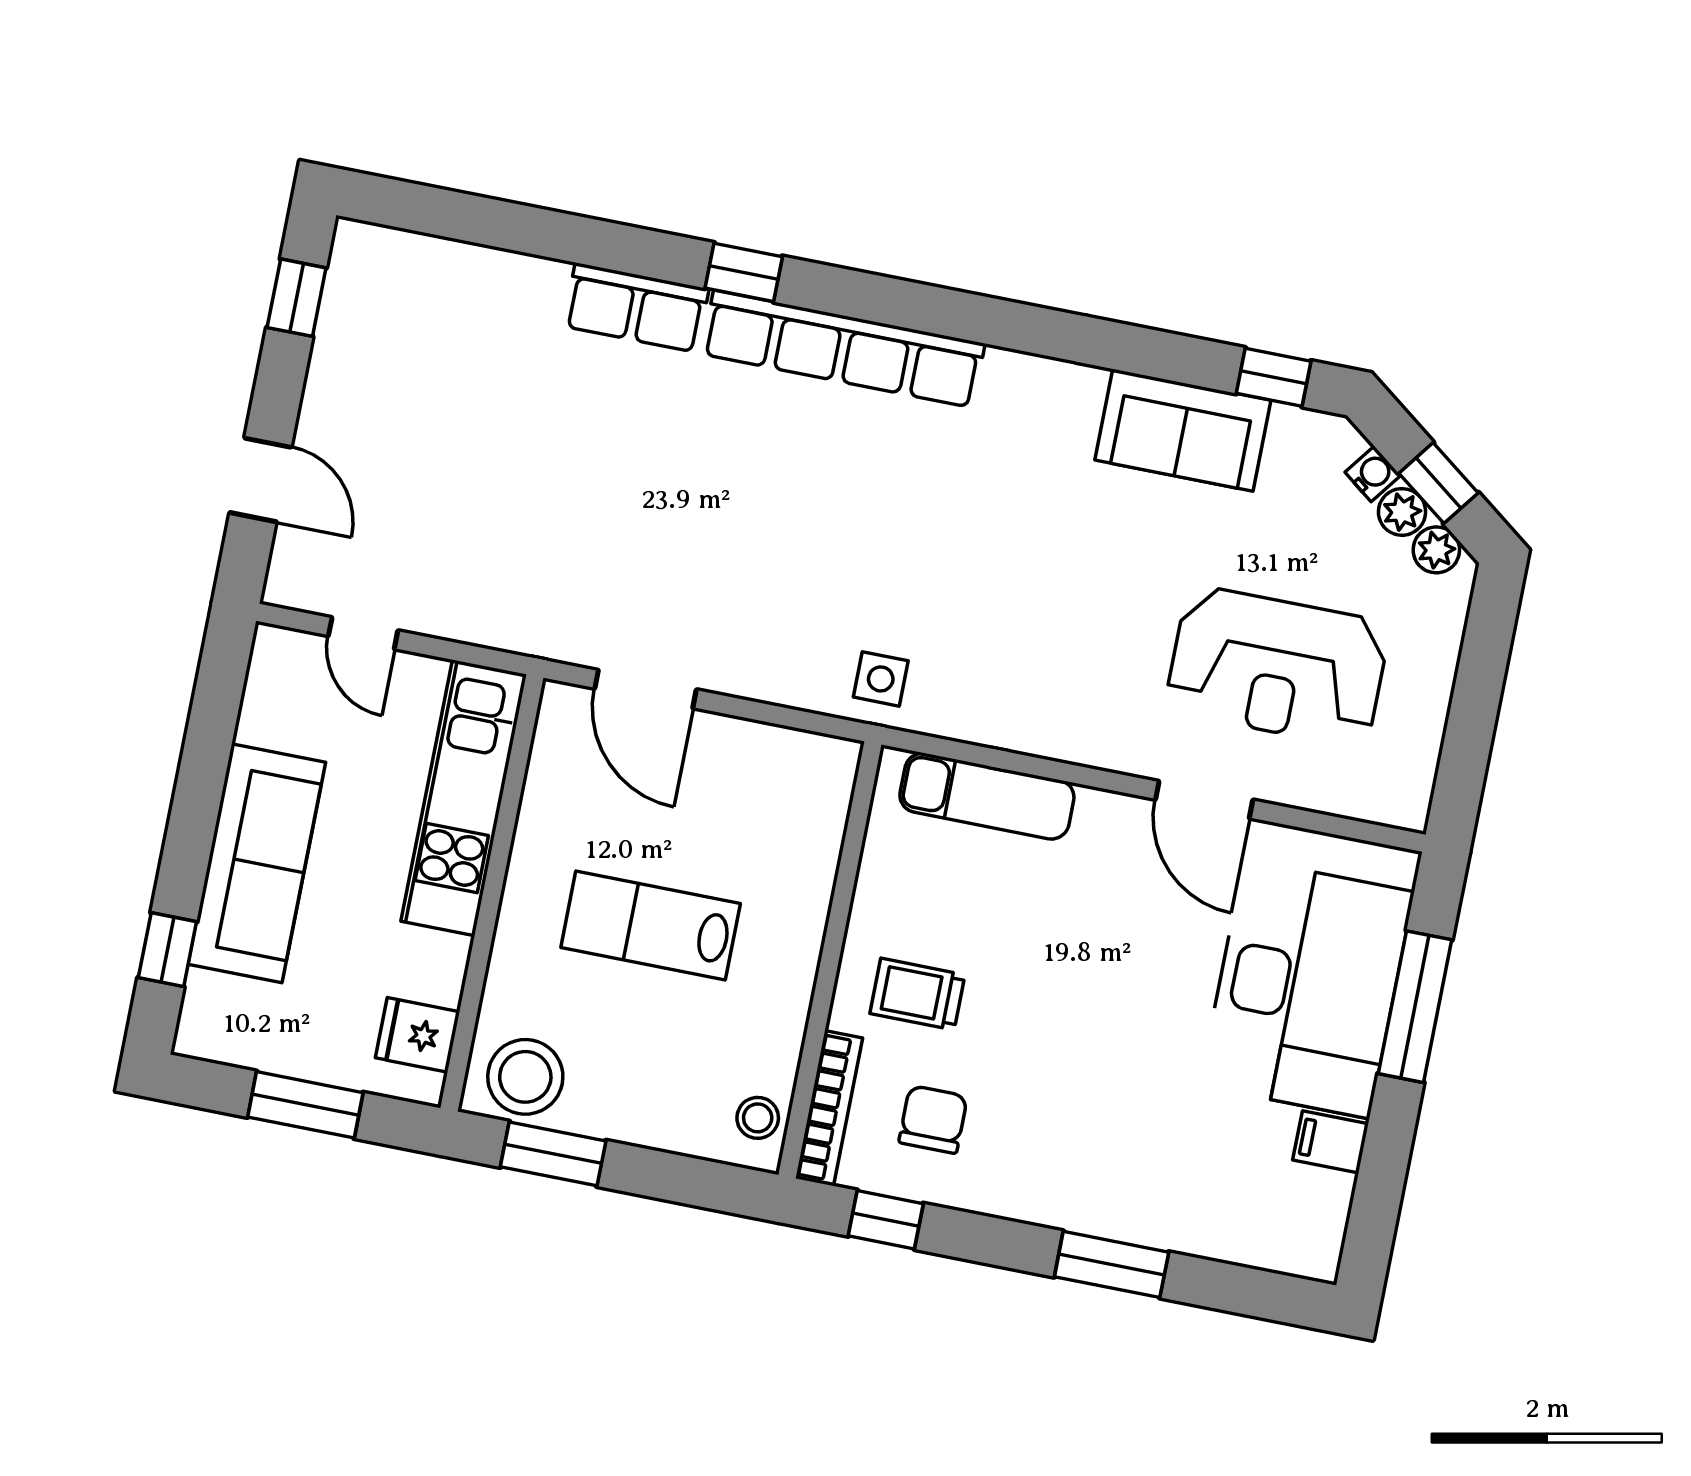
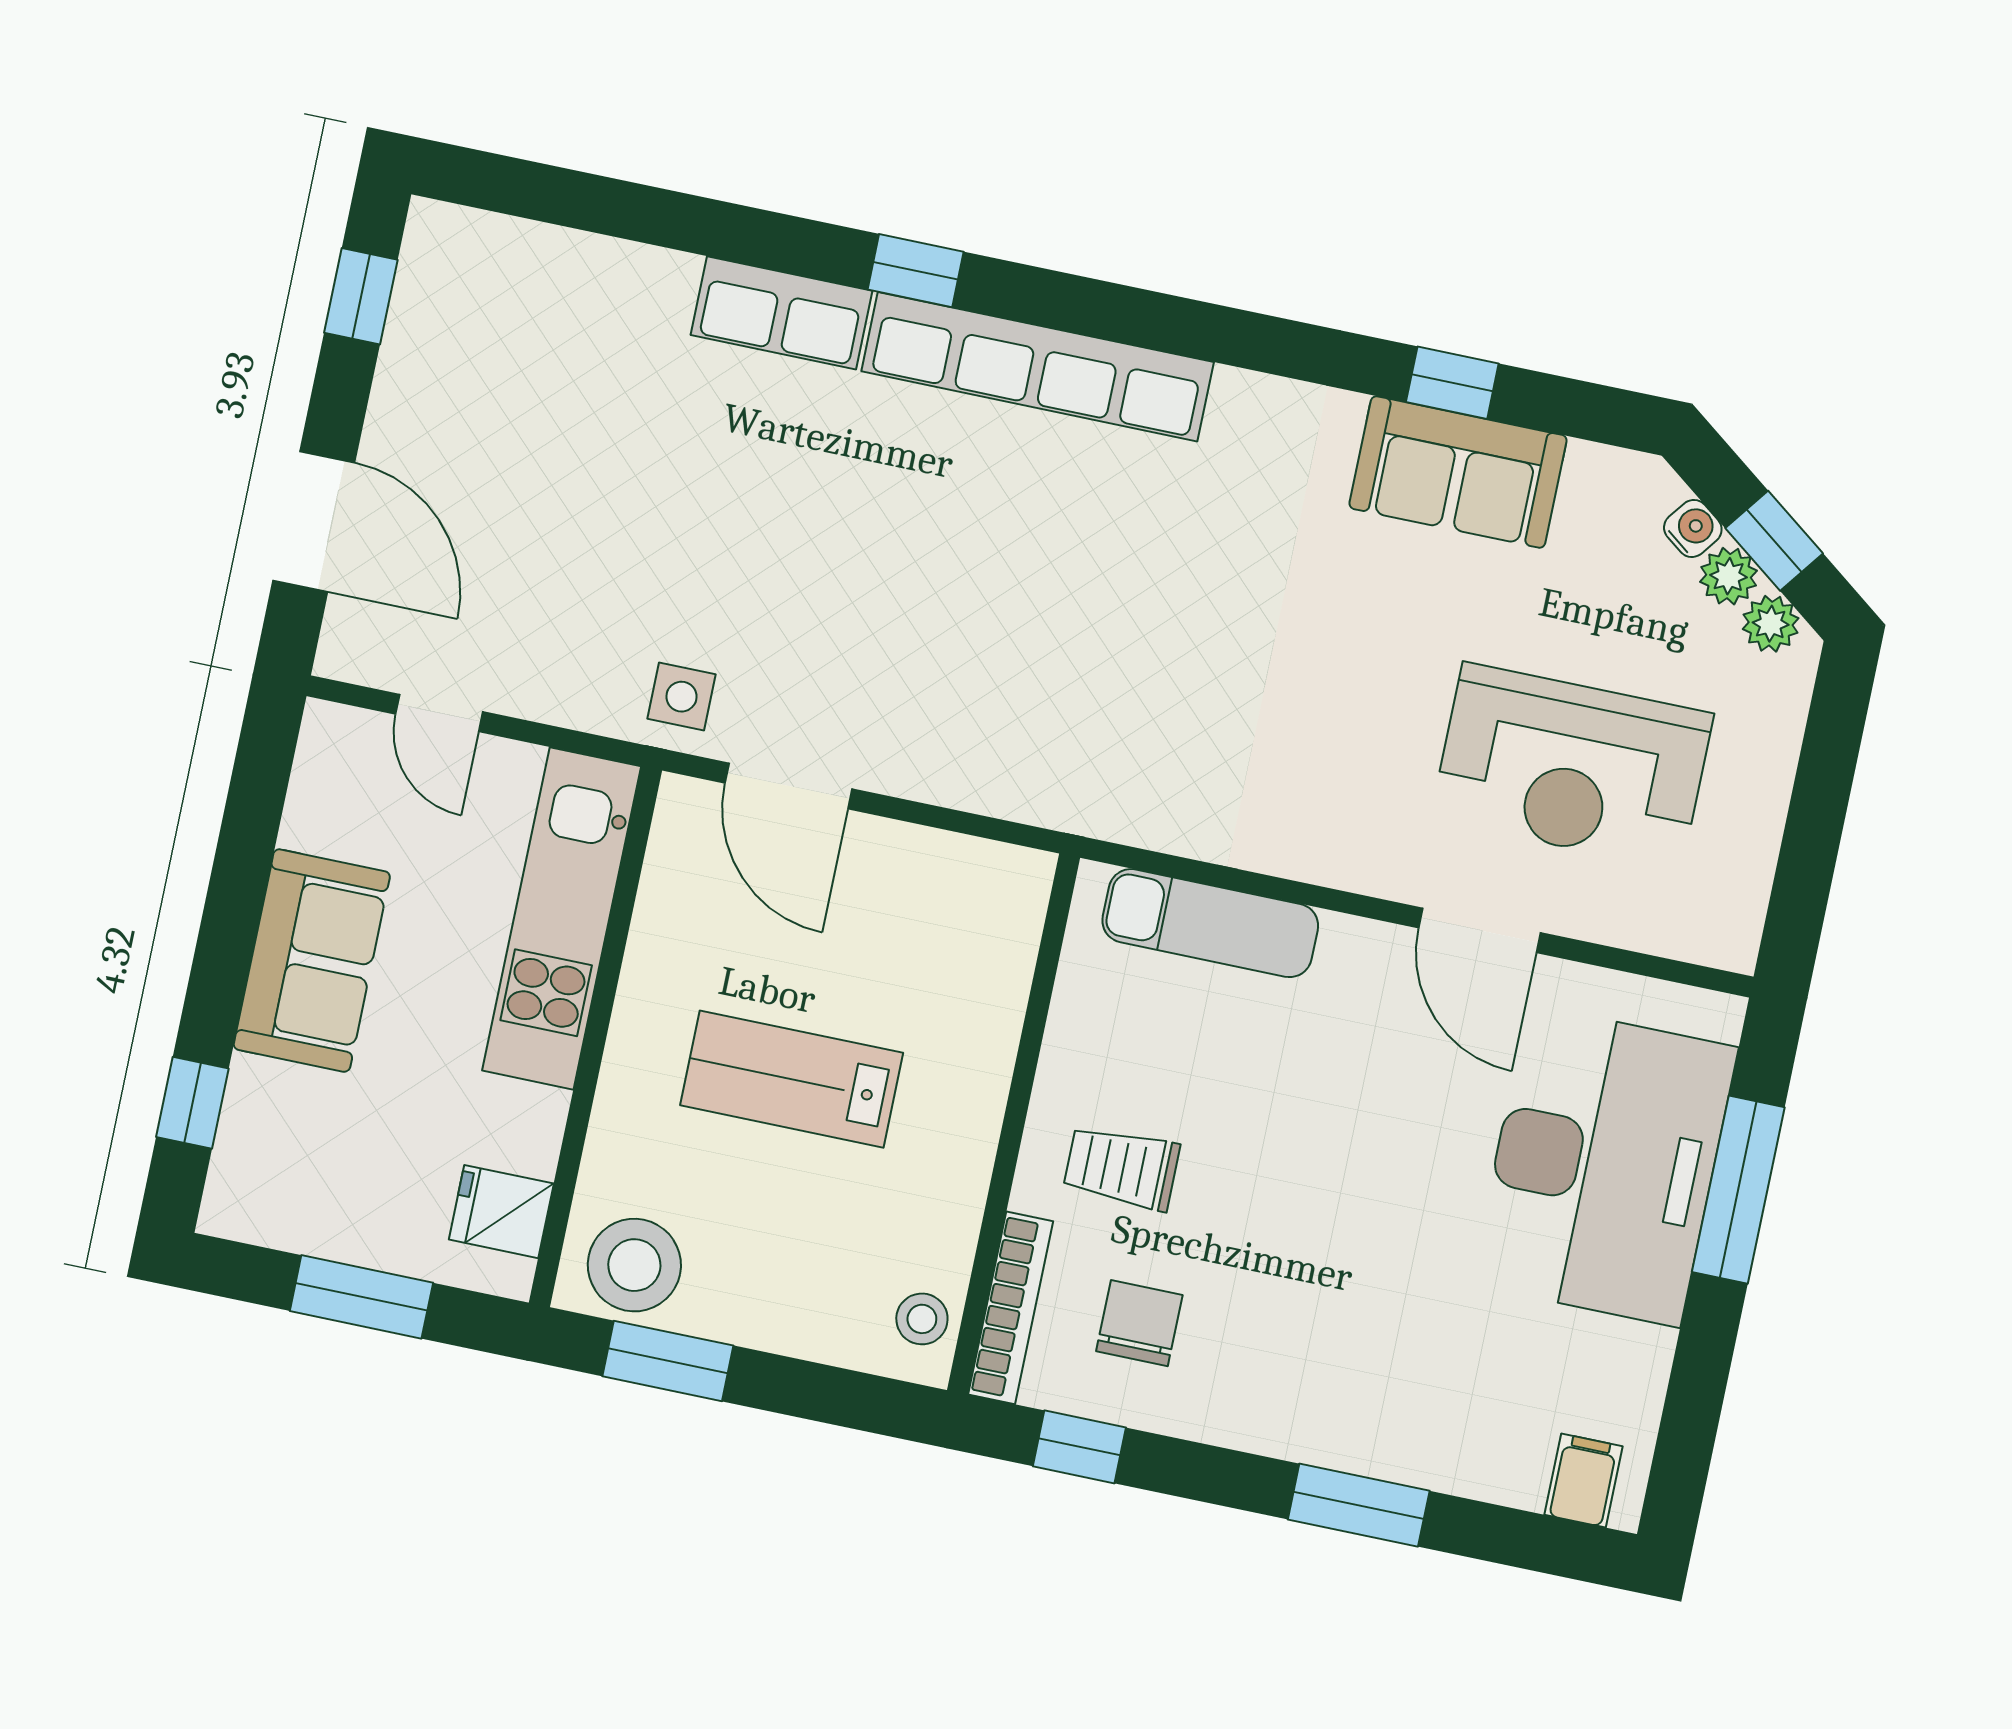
window: (1274, 377) -> (1452, 383), moved
door: (260, 480) -> (314, 522), width x1.38
side table: (881, 679) -> (682, 697), moved
sofa: (257, 863) -> (312, 961), width x0.73
filing cabinet: (1331, 1142) -> (1584, 1481), moved, turned 90

